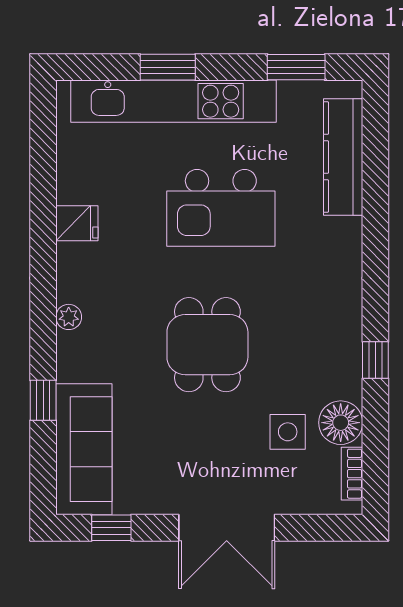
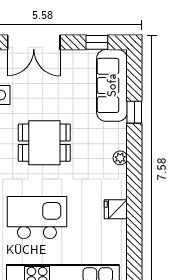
dining table: (207, 345) -> (44, 143), turned 90
double door: (227, 528) -> (34, 42), swing flipped

